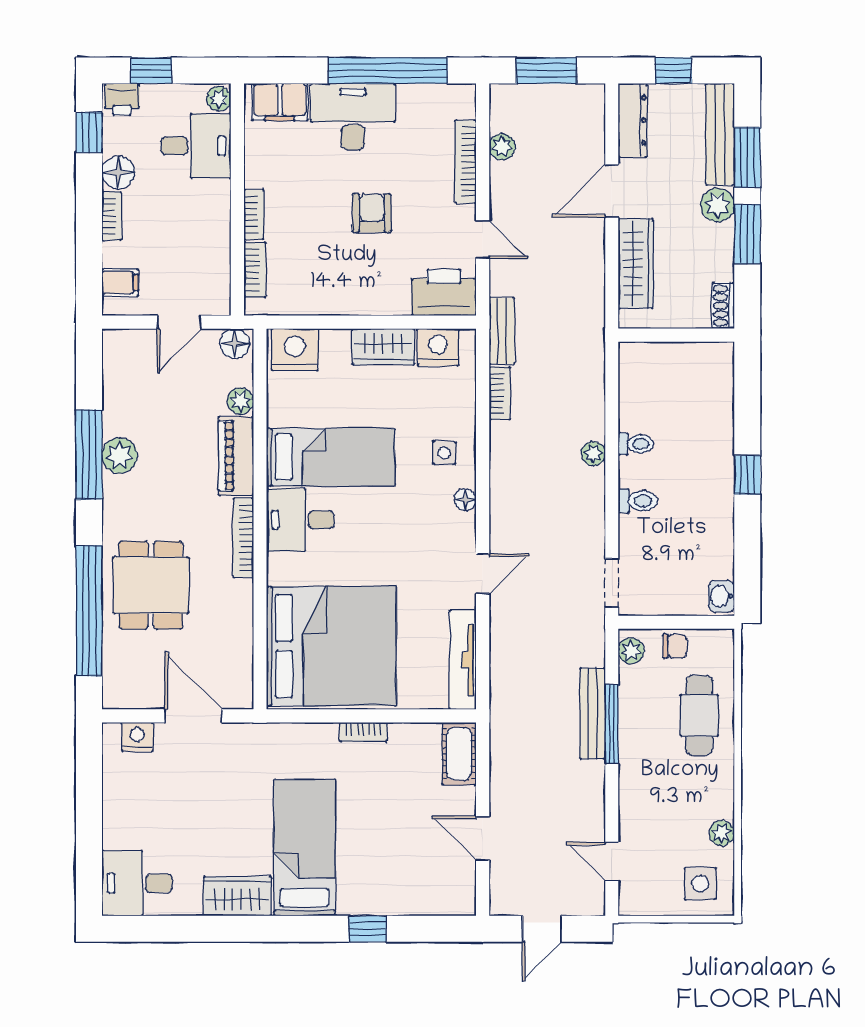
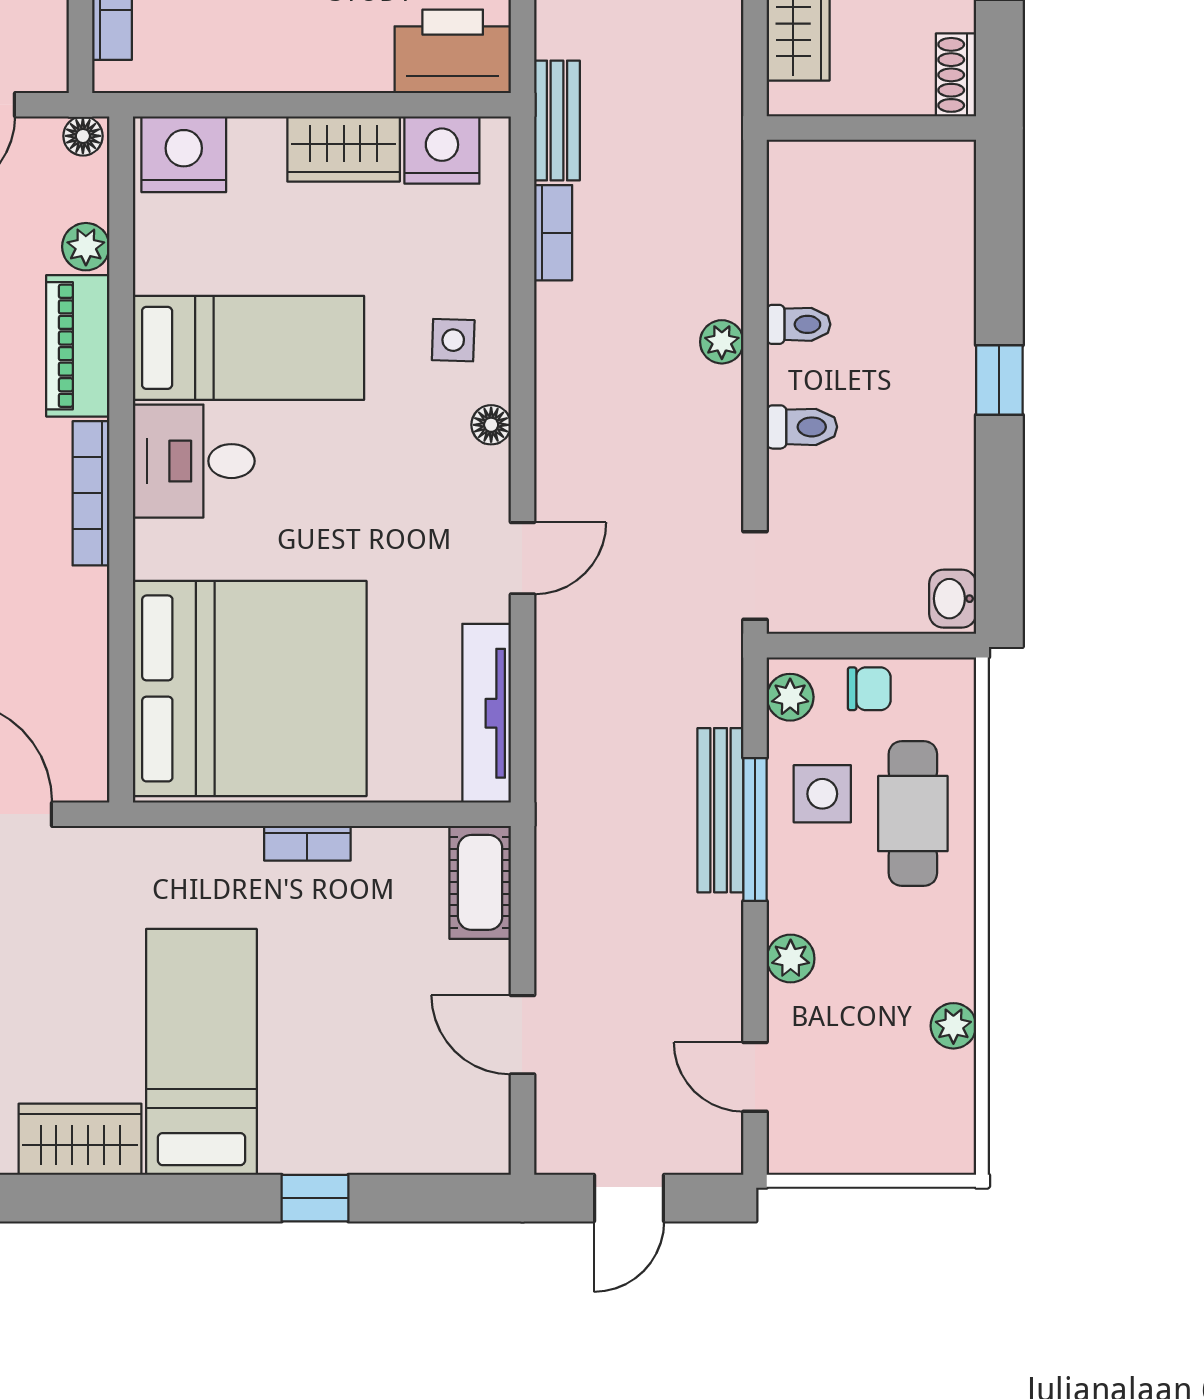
floor lamp: (235, 344) -> (83, 136), width x0.73, depth x0.73
plant: (631, 796) -> (791, 959), added
side table: (700, 884) -> (822, 794), moved

